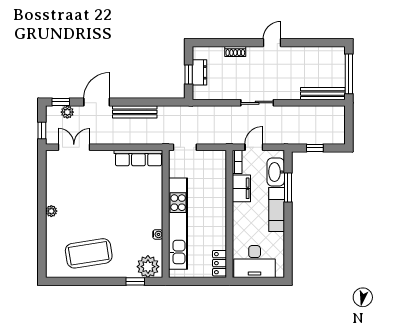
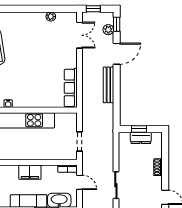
door: (97, 102) -> (117, 54), hinge flipped
doorway: (185, 147) -> (80, 141), moved
filing cabinet: (241, 188) -> (30, 172), moved
plant: (51, 211) -> (51, 17), moved

